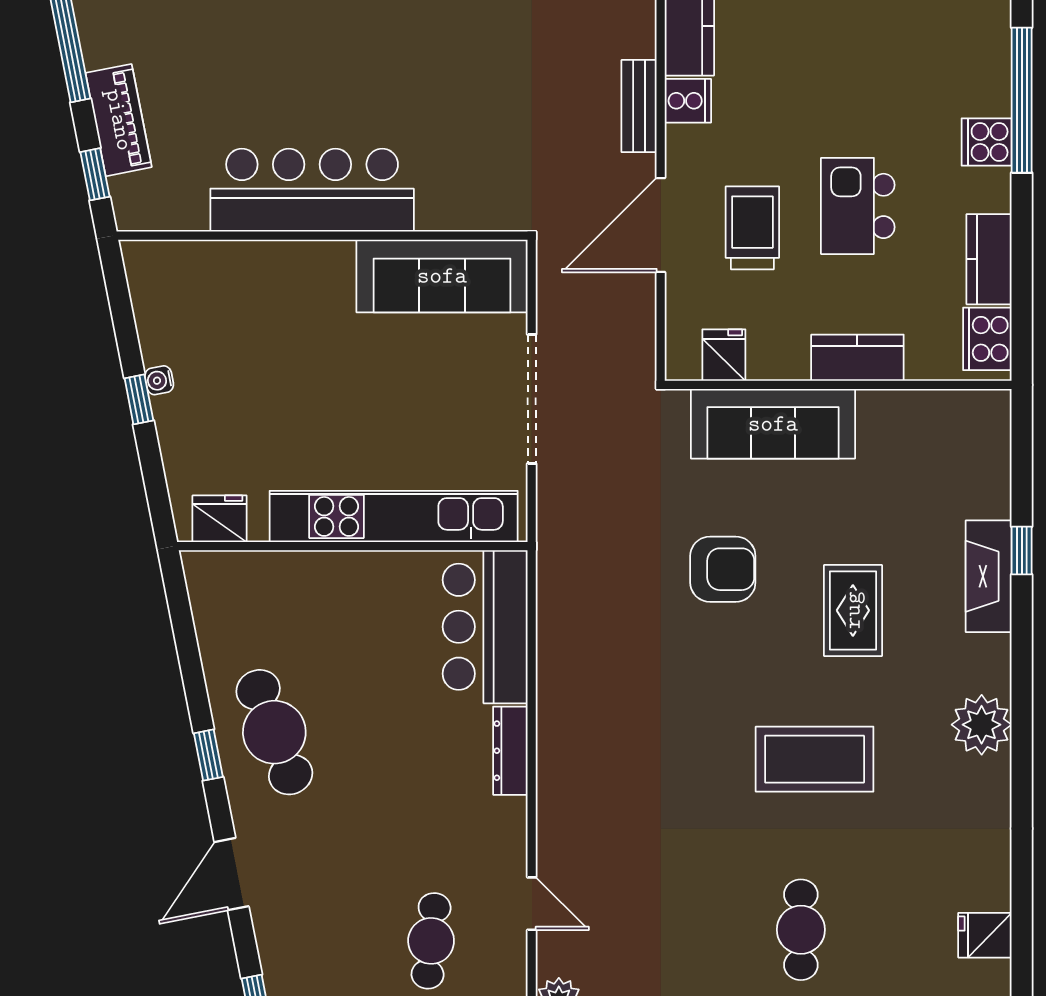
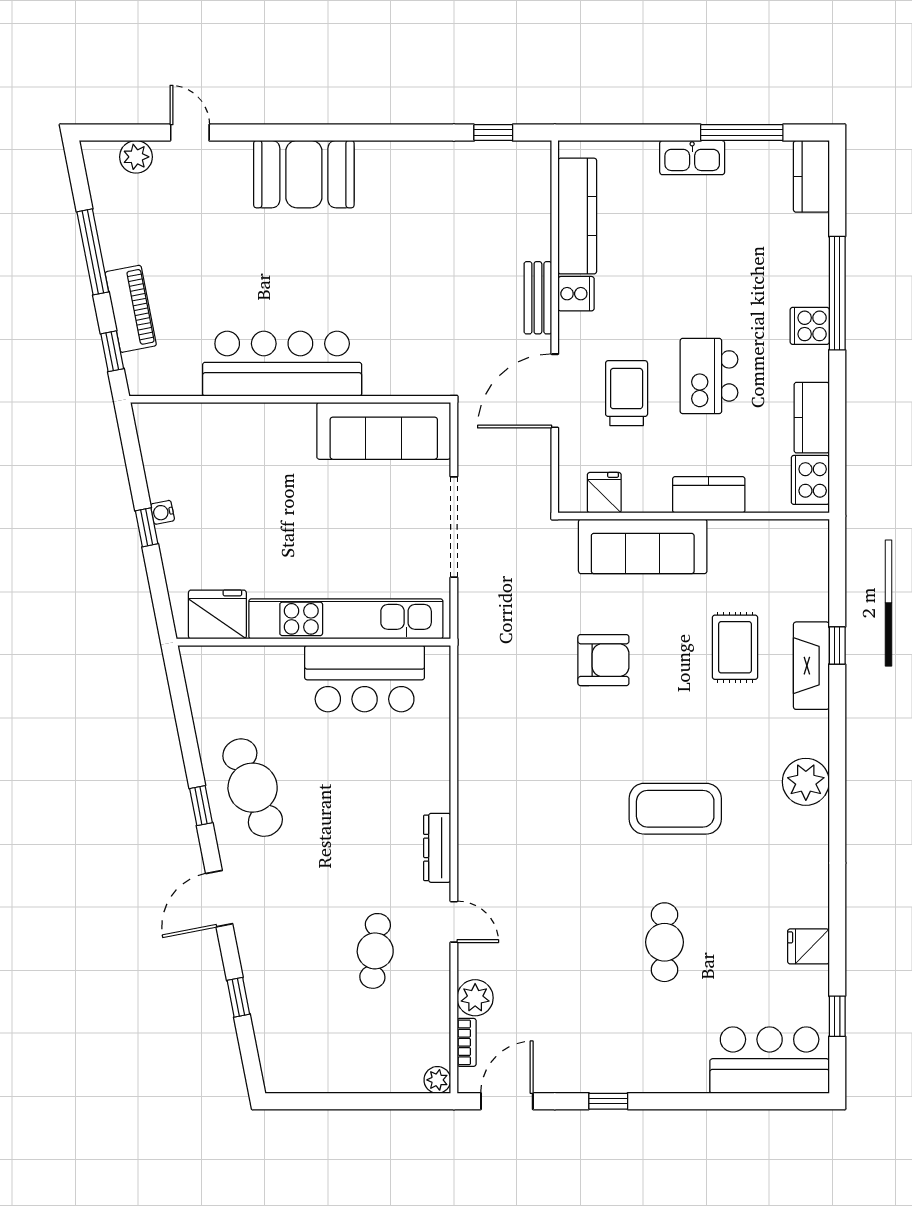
fridge: (220, 519) -> (217, 614), width x1.36, depth x1.34
rug: (853, 610) -> (735, 647), moved
bar counter: (485, 627) -> (365, 679), moved, turned -90
dresser: (510, 751) -> (437, 848), moved

